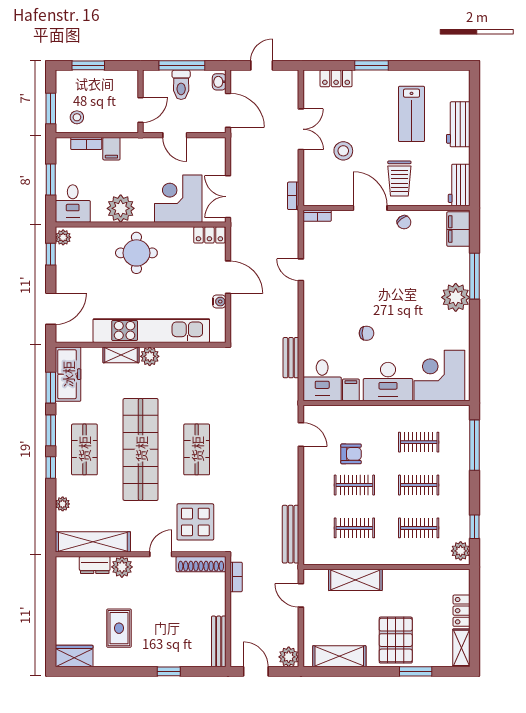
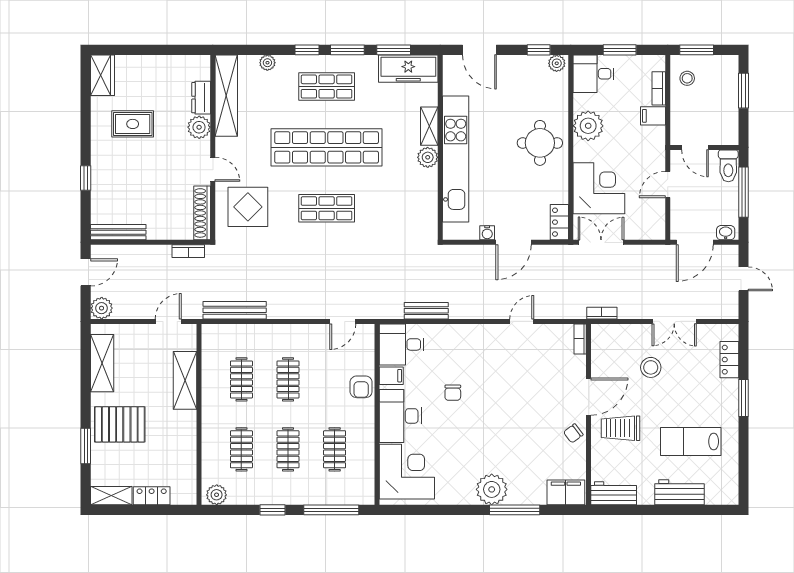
toilet: (181, 85) -> (728, 166), moved, turned -90
armchair: (351, 454) -> (361, 387), moved
window: (475, 527) -> (272, 510), moved

